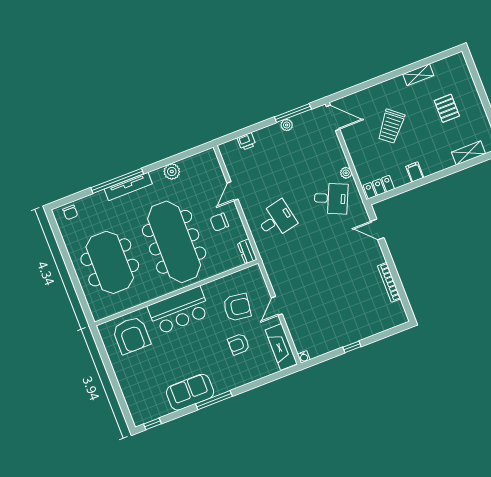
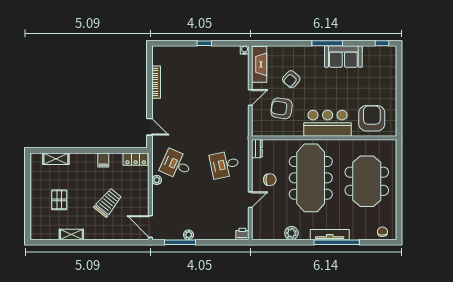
printer: (247, 142) -> (242, 234), moved
armchair: (239, 344) -> (291, 79), turned 132

